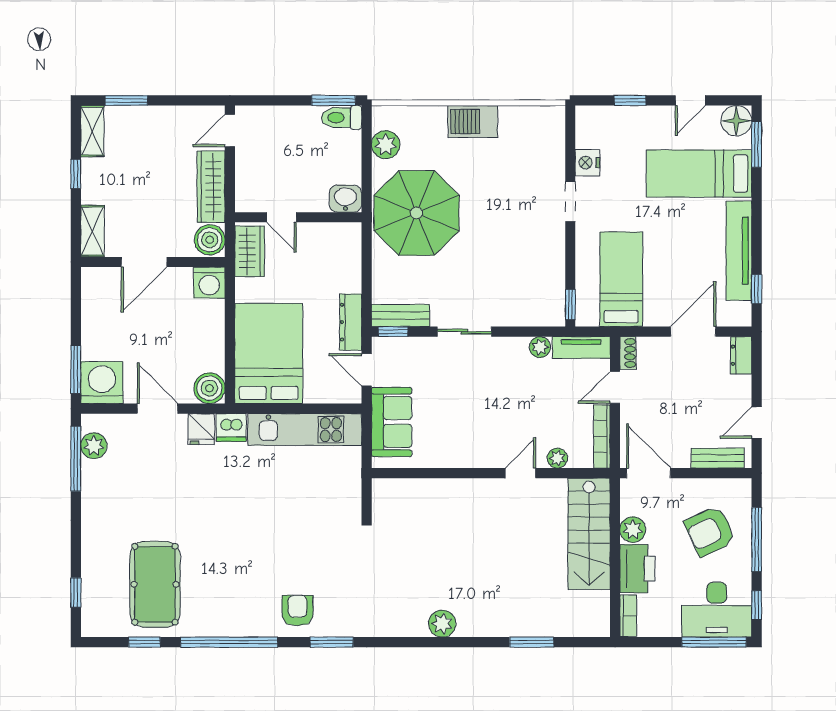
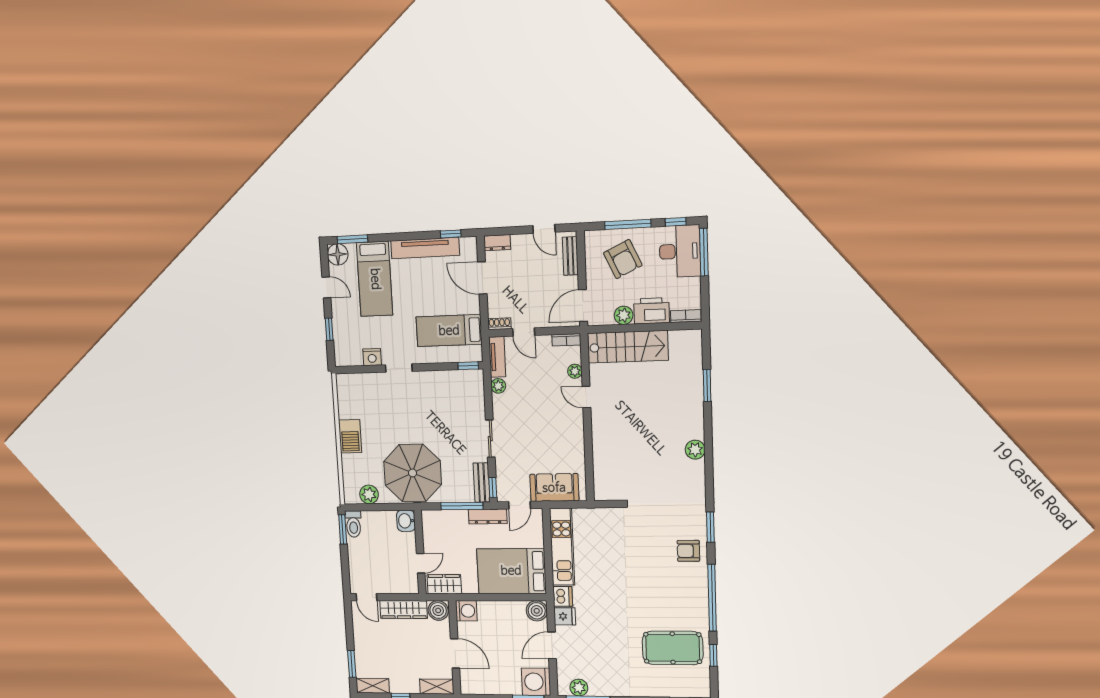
window: (367, 284) -> (462, 506), added
bookcase: (602, 436) -> (566, 340), width x0.64

